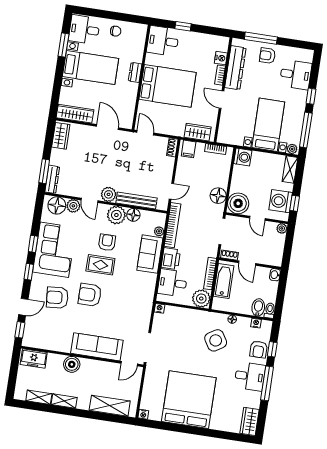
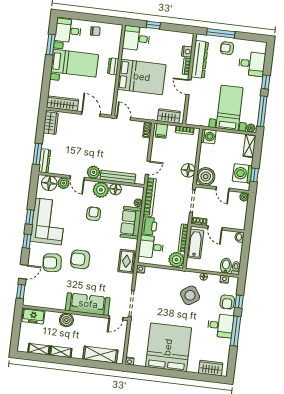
rug: (100, 265) -> (126, 261), moved, turned 90
wardrobe: (250, 421) -> (211, 368), moved, turned 90

